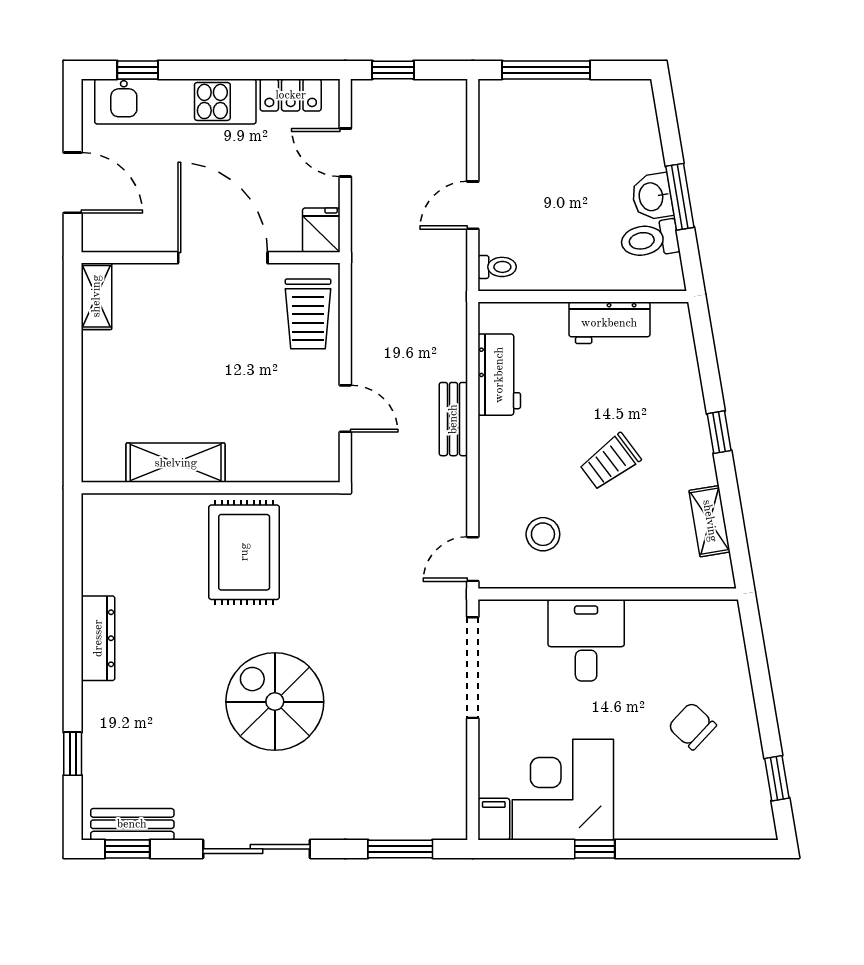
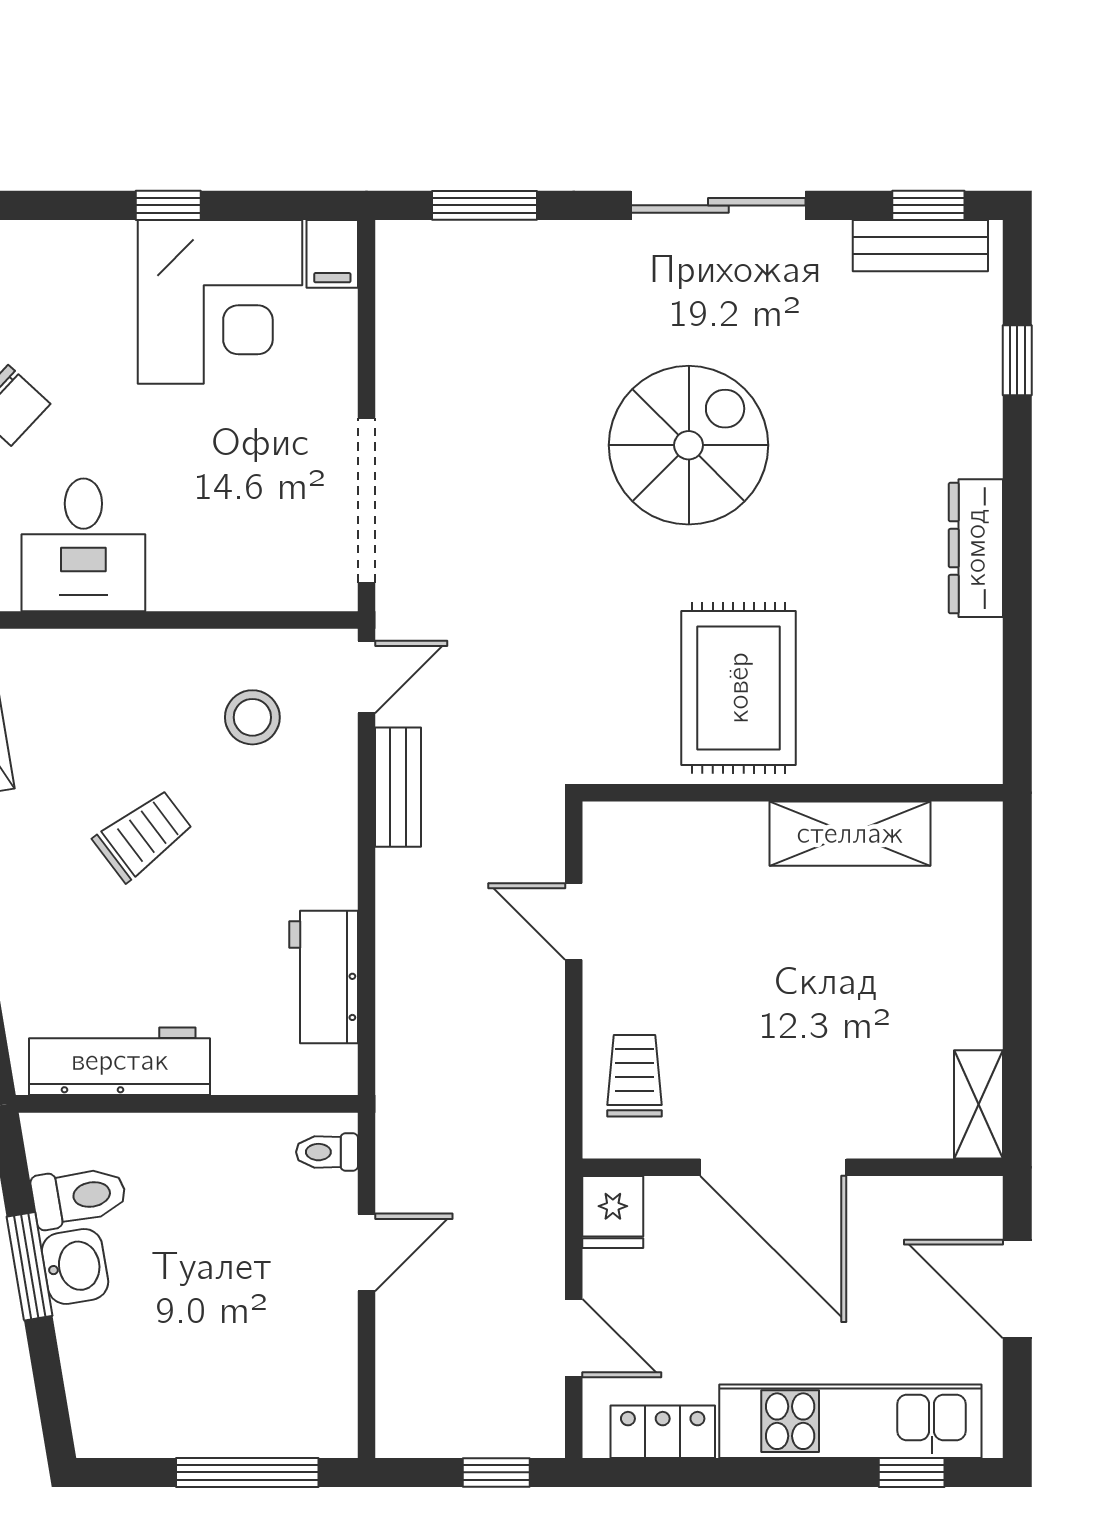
trolley: (308, 314) -> (634, 1076), width x0.73, depth x0.72
workbench: (609, 323) -> (120, 1061), width x1.38
bench: (453, 419) -> (398, 787), moved
desk: (586, 640) -> (83, 545), moved
spiral stairs: (275, 702) -> (689, 445), turned -90

